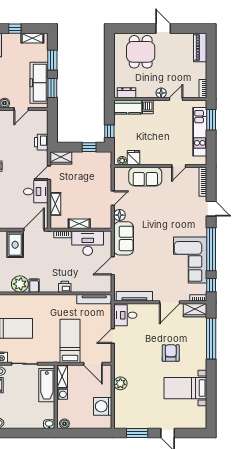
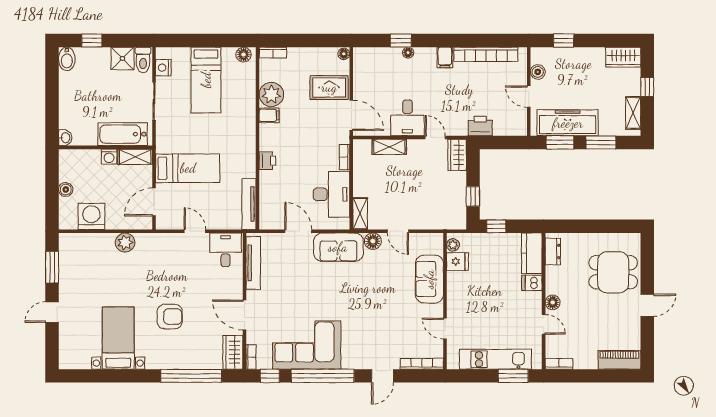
shelving: (79, 224) -> (360, 214), moved
boiler: (64, 424) -> (66, 190), moved

